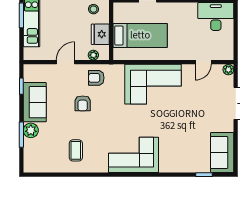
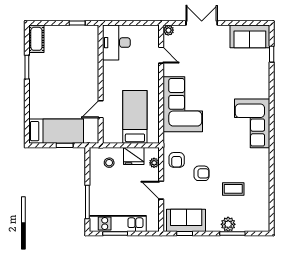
sofa: (35, 102) -> (186, 220), moved
coffee table: (76, 150) -> (233, 189), moved

